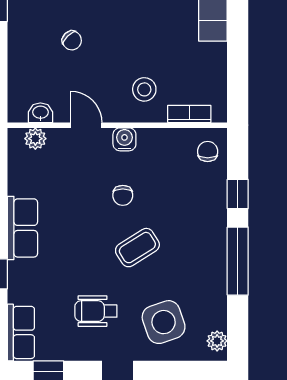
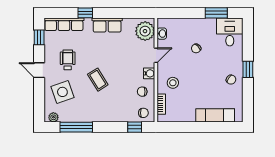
plant: (35, 139) -> (145, 31), width x1.88, depth x1.88
window: (238, 194) -> (135, 127), moved
chair: (123, 195) -> (142, 92), moved
window: (238, 261) -> (76, 127), moved
row of seats: (21, 332) -> (64, 24), width x1.48

